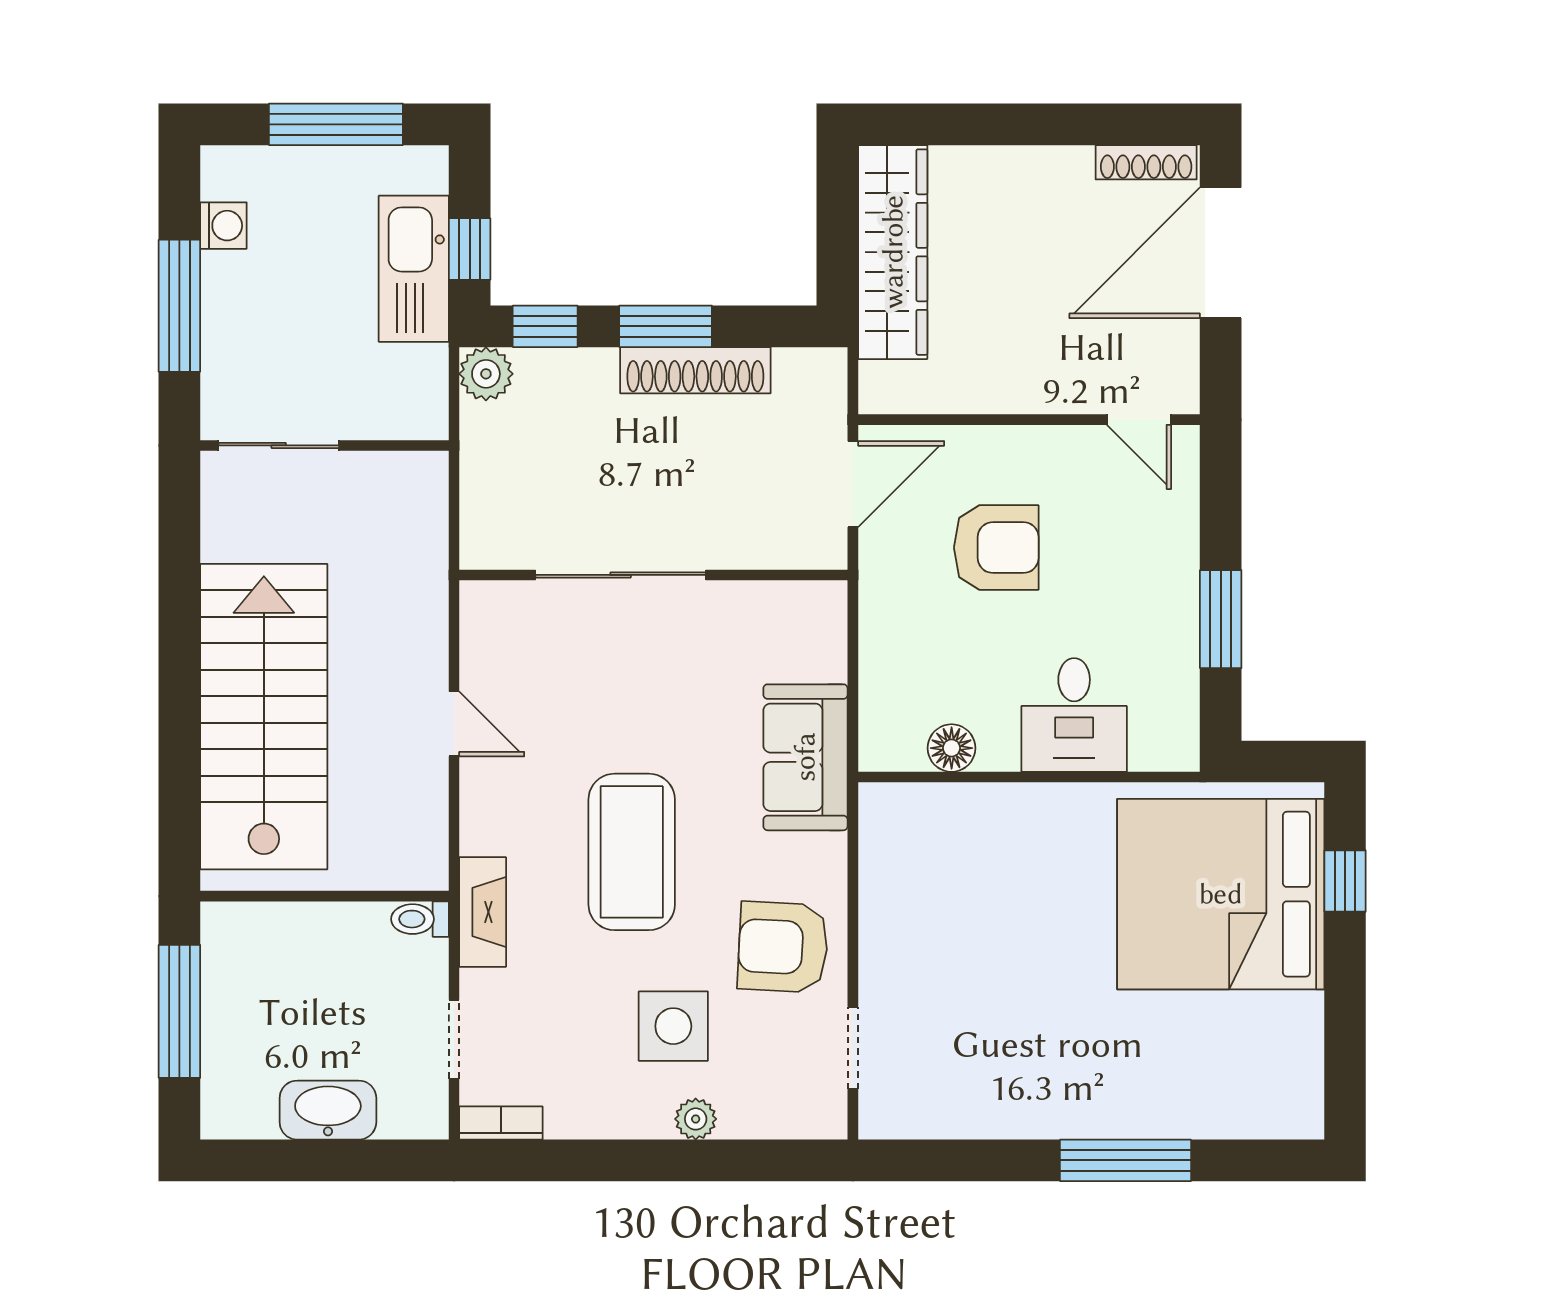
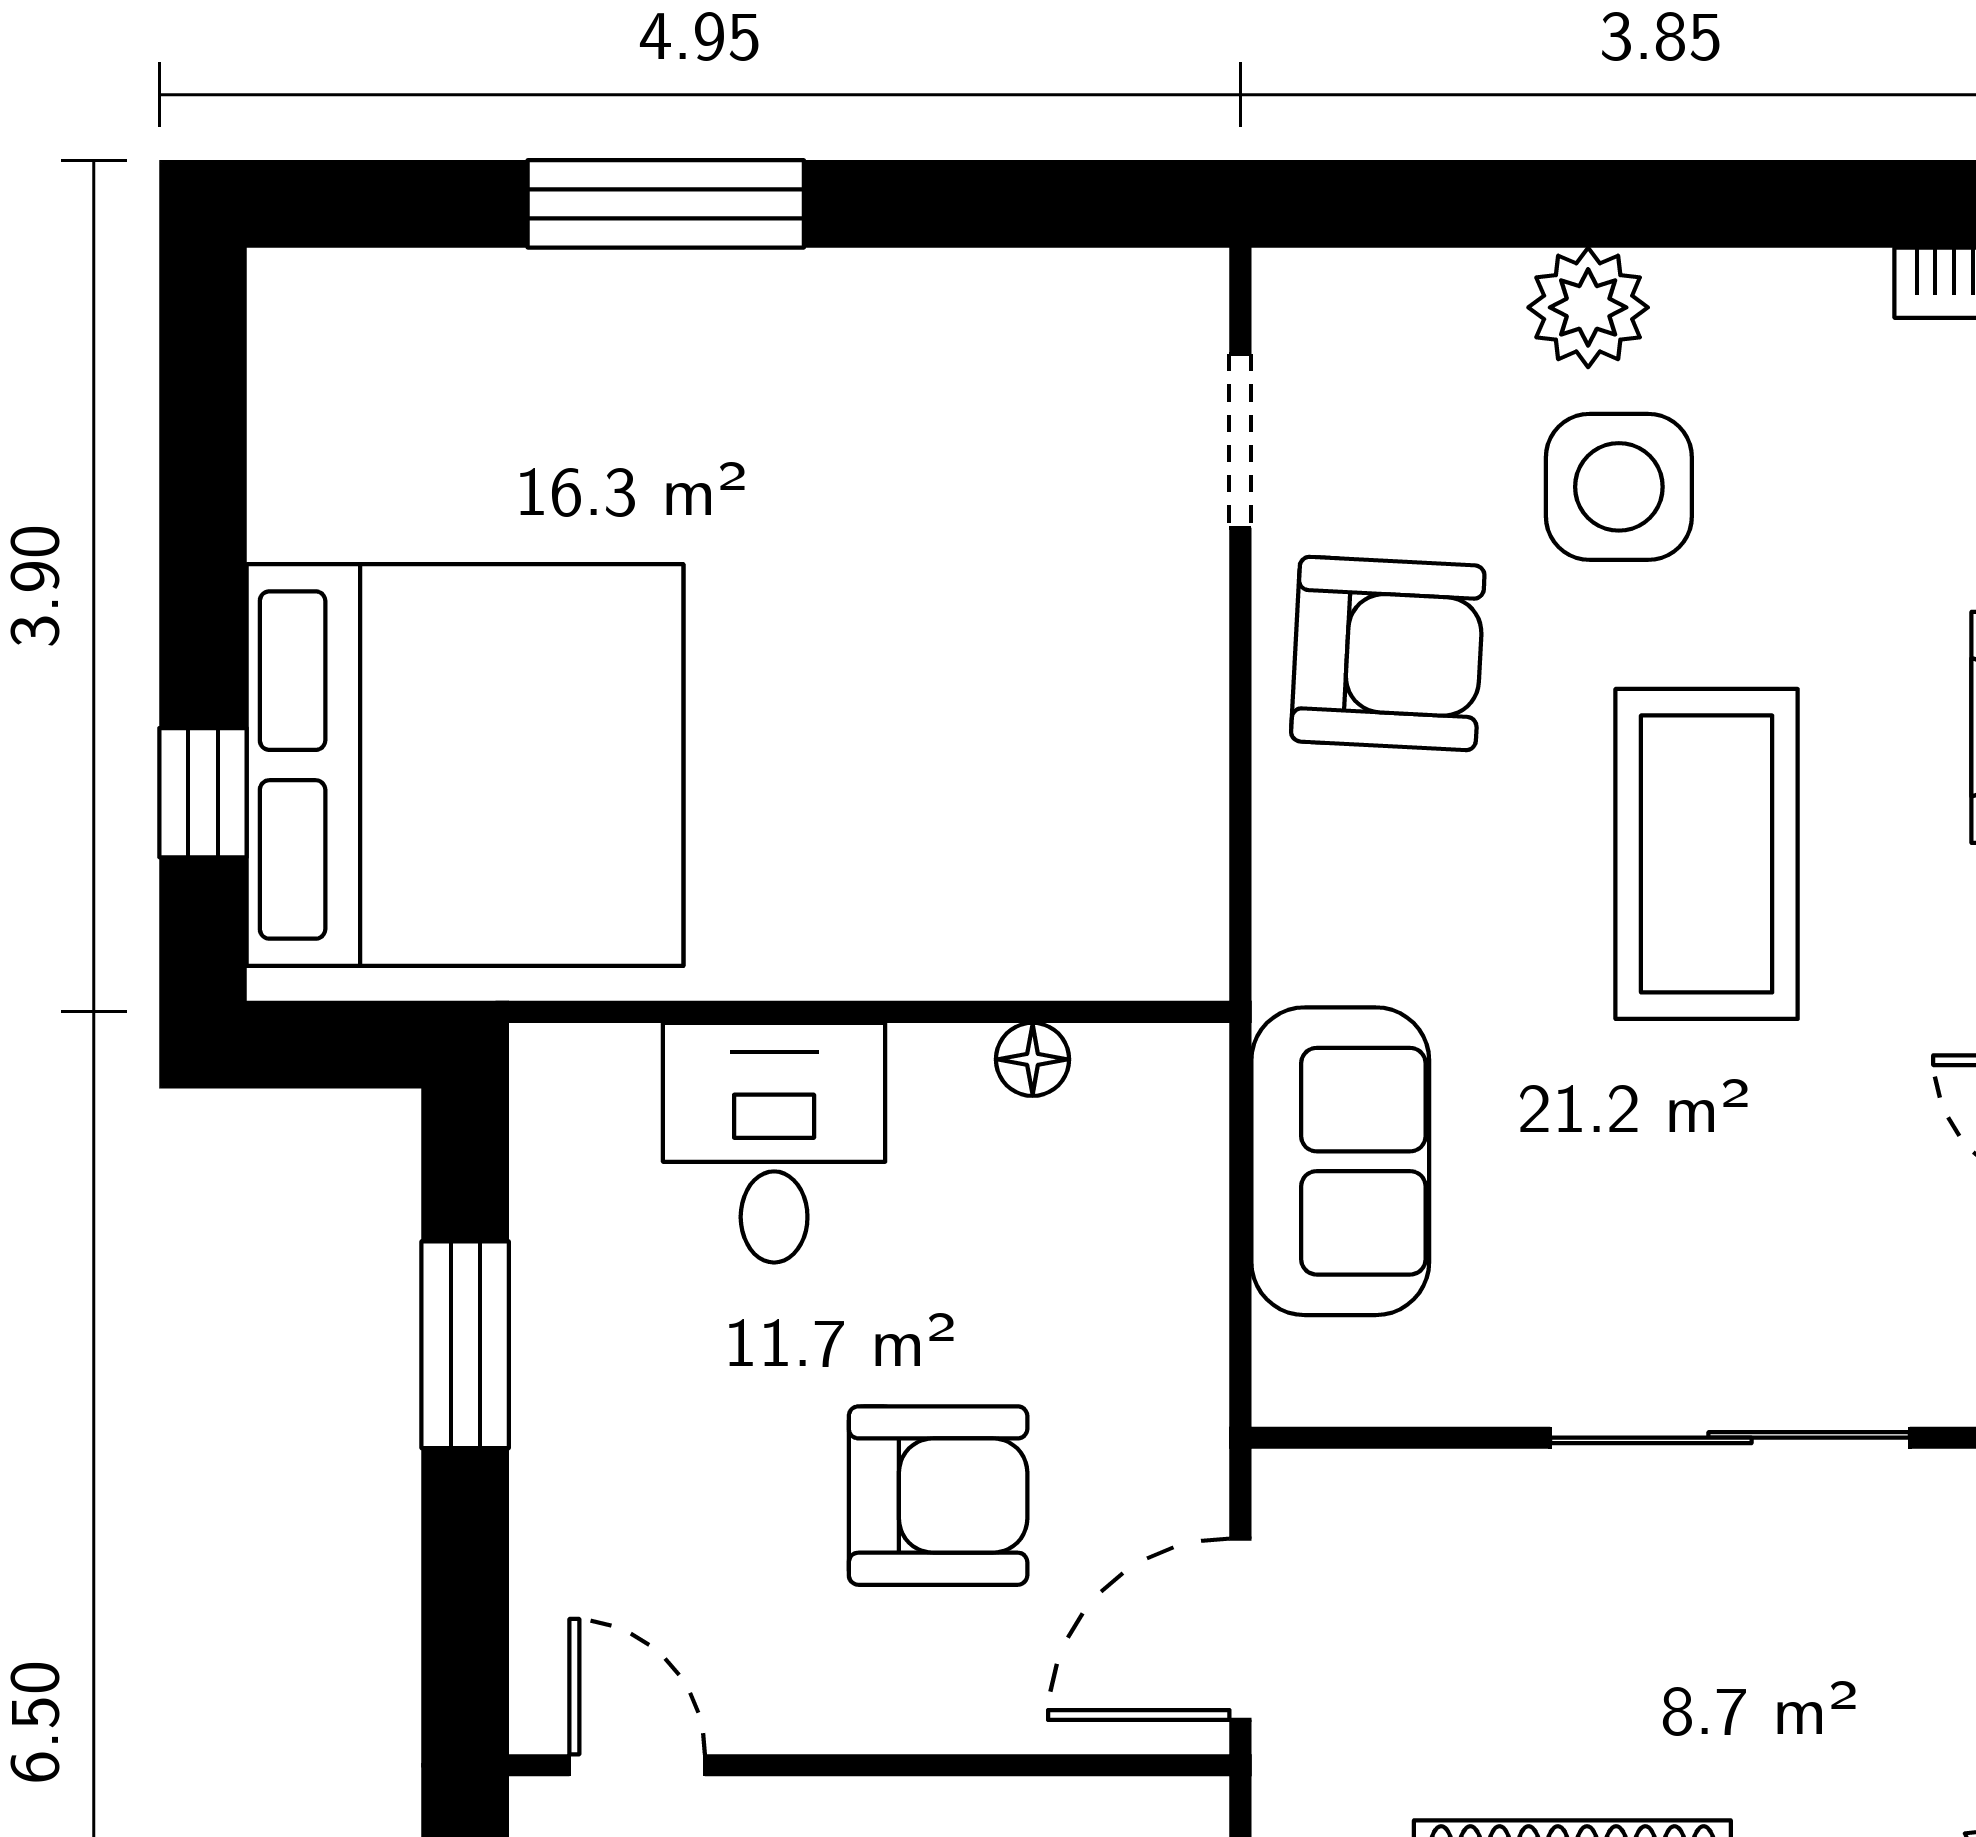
armchair: (996, 548) -> (938, 1496), turned 180
floor lamp: (952, 748) -> (1033, 1059), width x0.73, depth x0.73
sofa: (805, 757) -> (1340, 1161), moved
plant: (696, 1119) -> (1588, 307), width x1.38, depth x1.38

